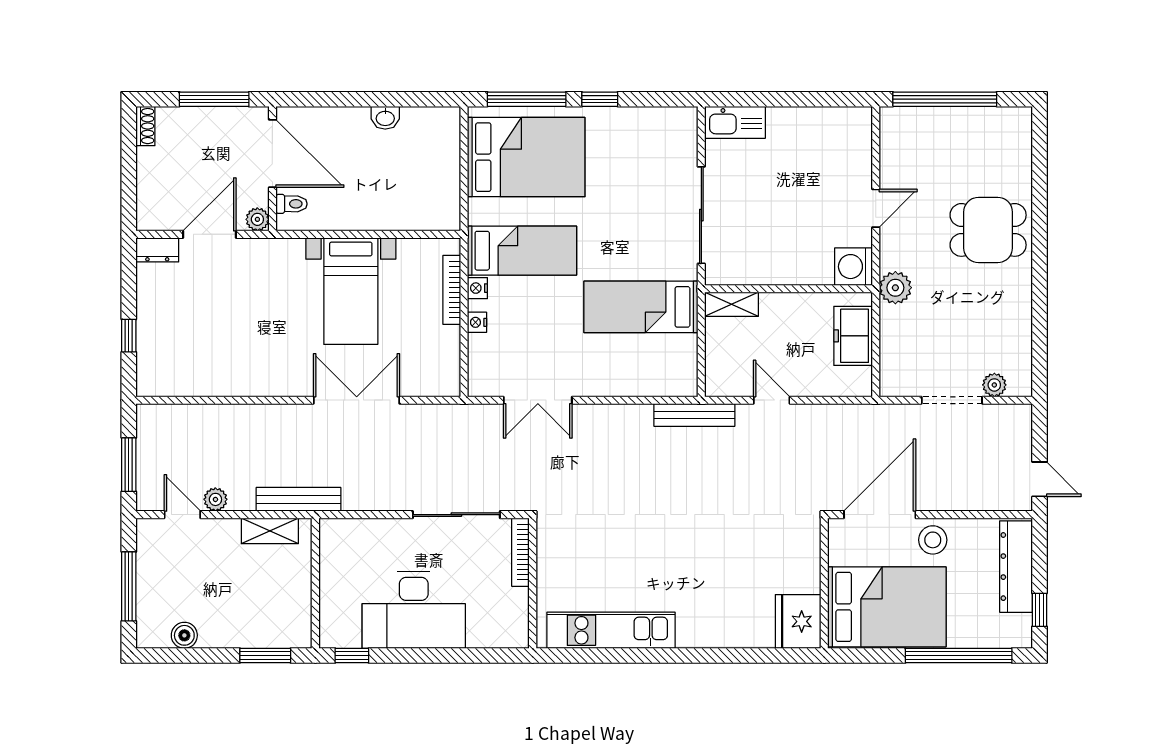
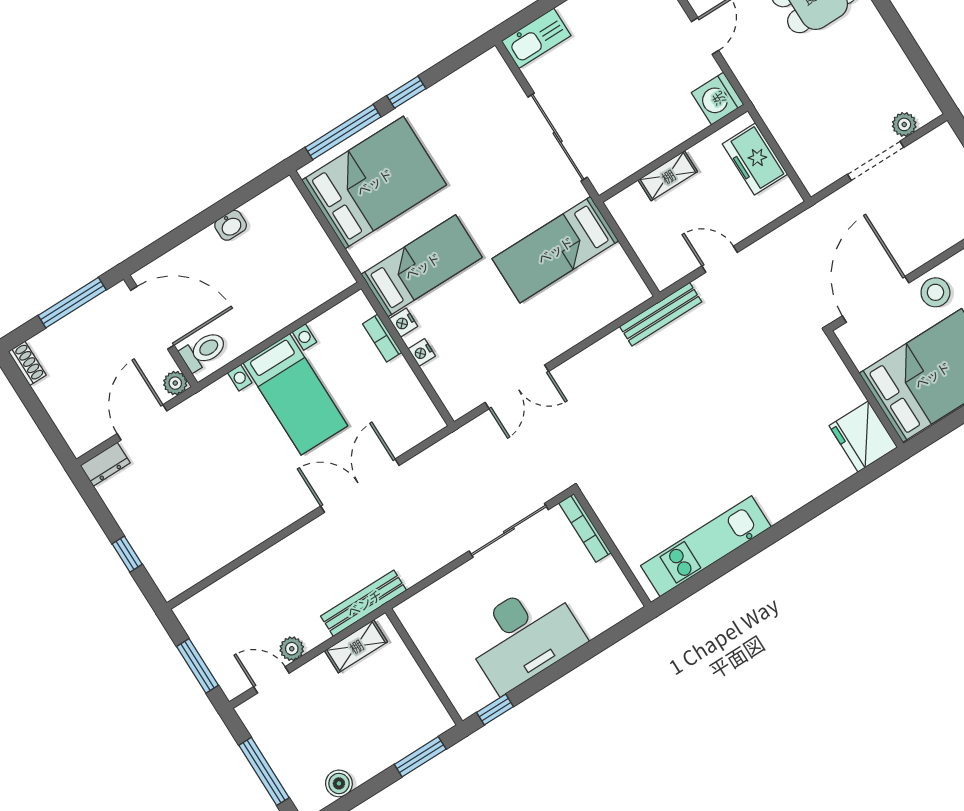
toilet: (291, 204) -> (203, 351), width x1.37, depth x1.39
plant: (895, 288) -> (765, 94), removed
bookcase: (452, 290) -> (382, 338), width x0.64
shelving: (732, 304) -> (668, 176), moved

